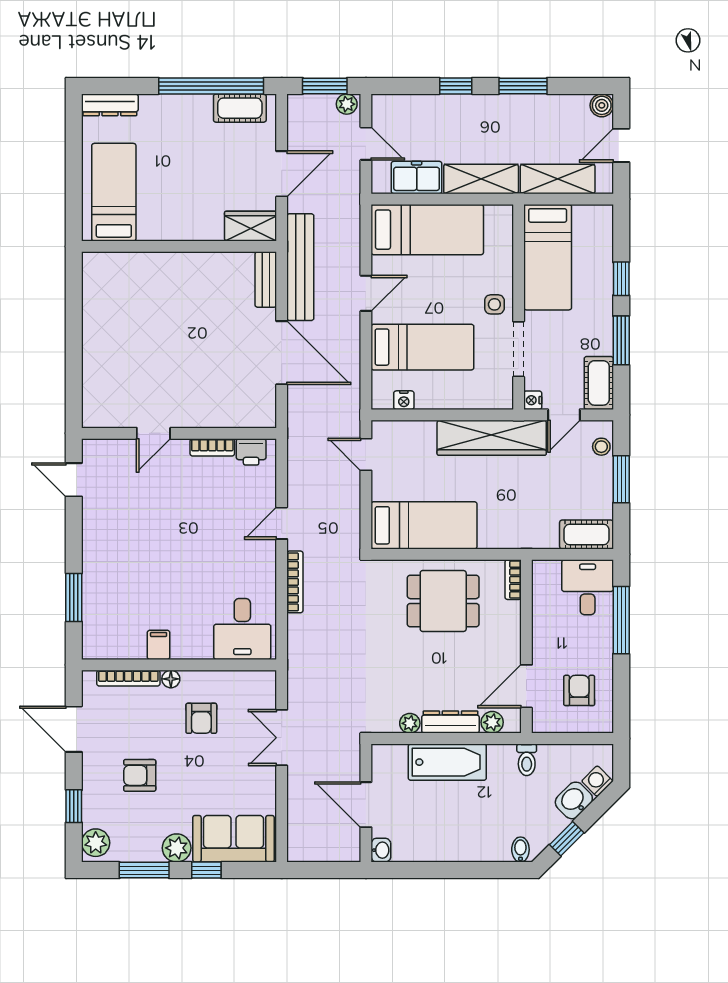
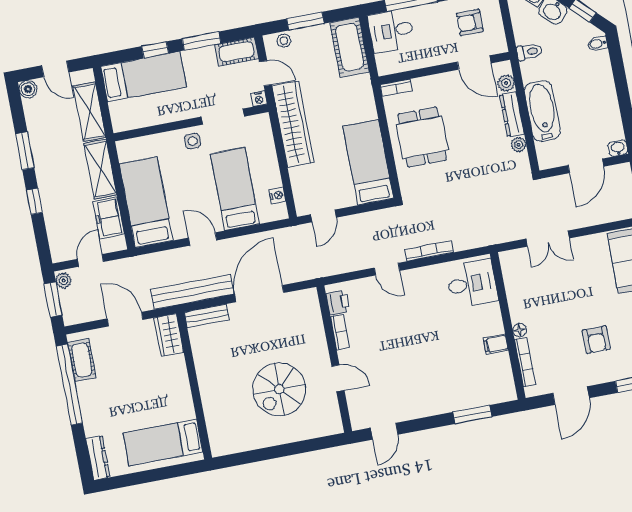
bed: (548, 257) -> (144, 77), moved
spiral stairs: (154, 355) -> (279, 389), added
cot: (587, 534) -> (350, 47), width x1.37, depth x1.34
armchair: (201, 718) -> (545, 302), removed

